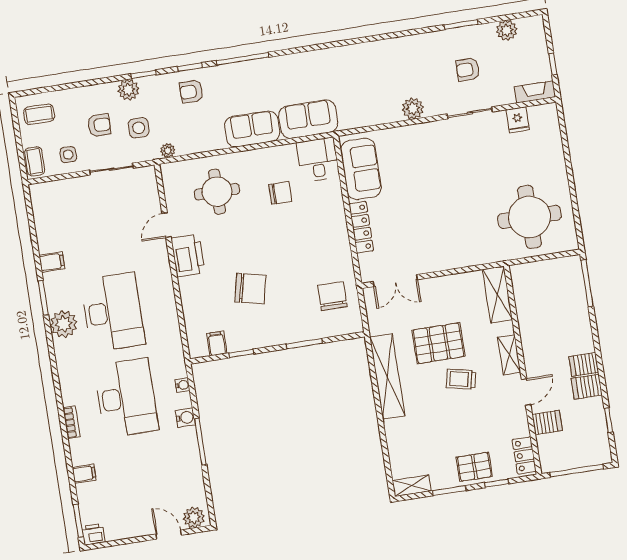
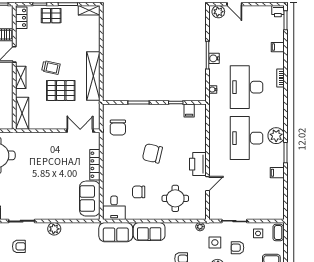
chair: (250, 289) -> (152, 153), moved
water cooler: (185, 418) -> (214, 58), moved

